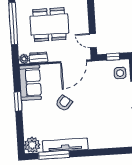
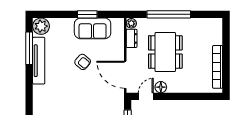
floor lamp: (83, 27) -> (161, 87), added
sofa: (30, 83) -> (93, 28), moved

